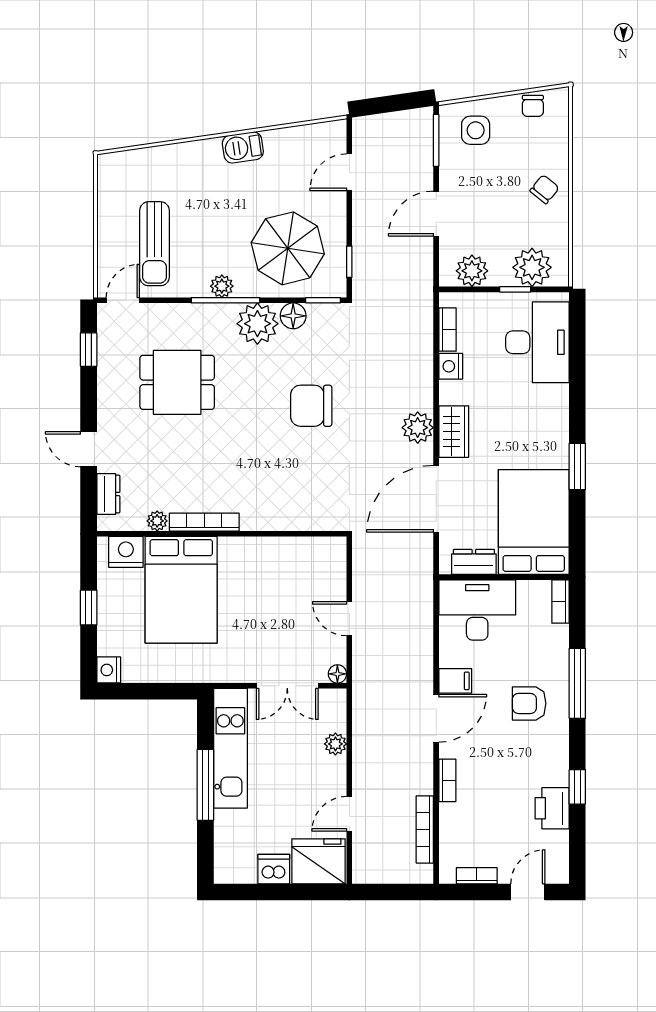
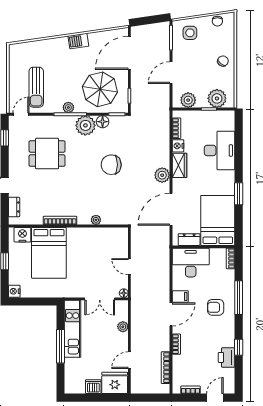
door: (349, 172) -> (129, 53), width x1.88
desk: (537, 342) -> (220, 150), moved
wardrobe: (454, 432) -> (179, 165), moved
plant: (157, 521) -> (96, 220), moved

